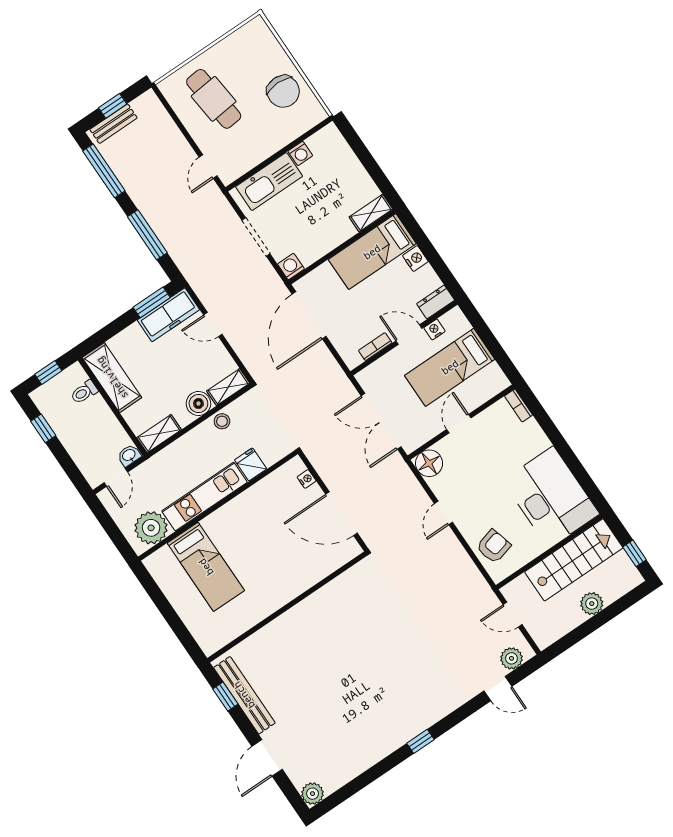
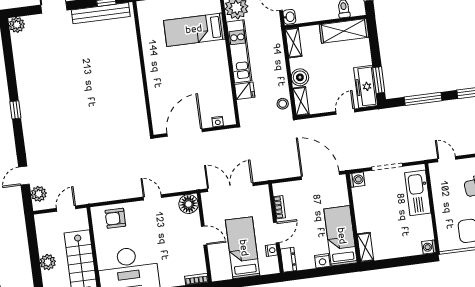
washing machine: (300, 153) -> (429, 247), moved
stool: (222, 421) -> (283, 104), moved
armchair: (493, 546) -> (115, 218), turned 105

